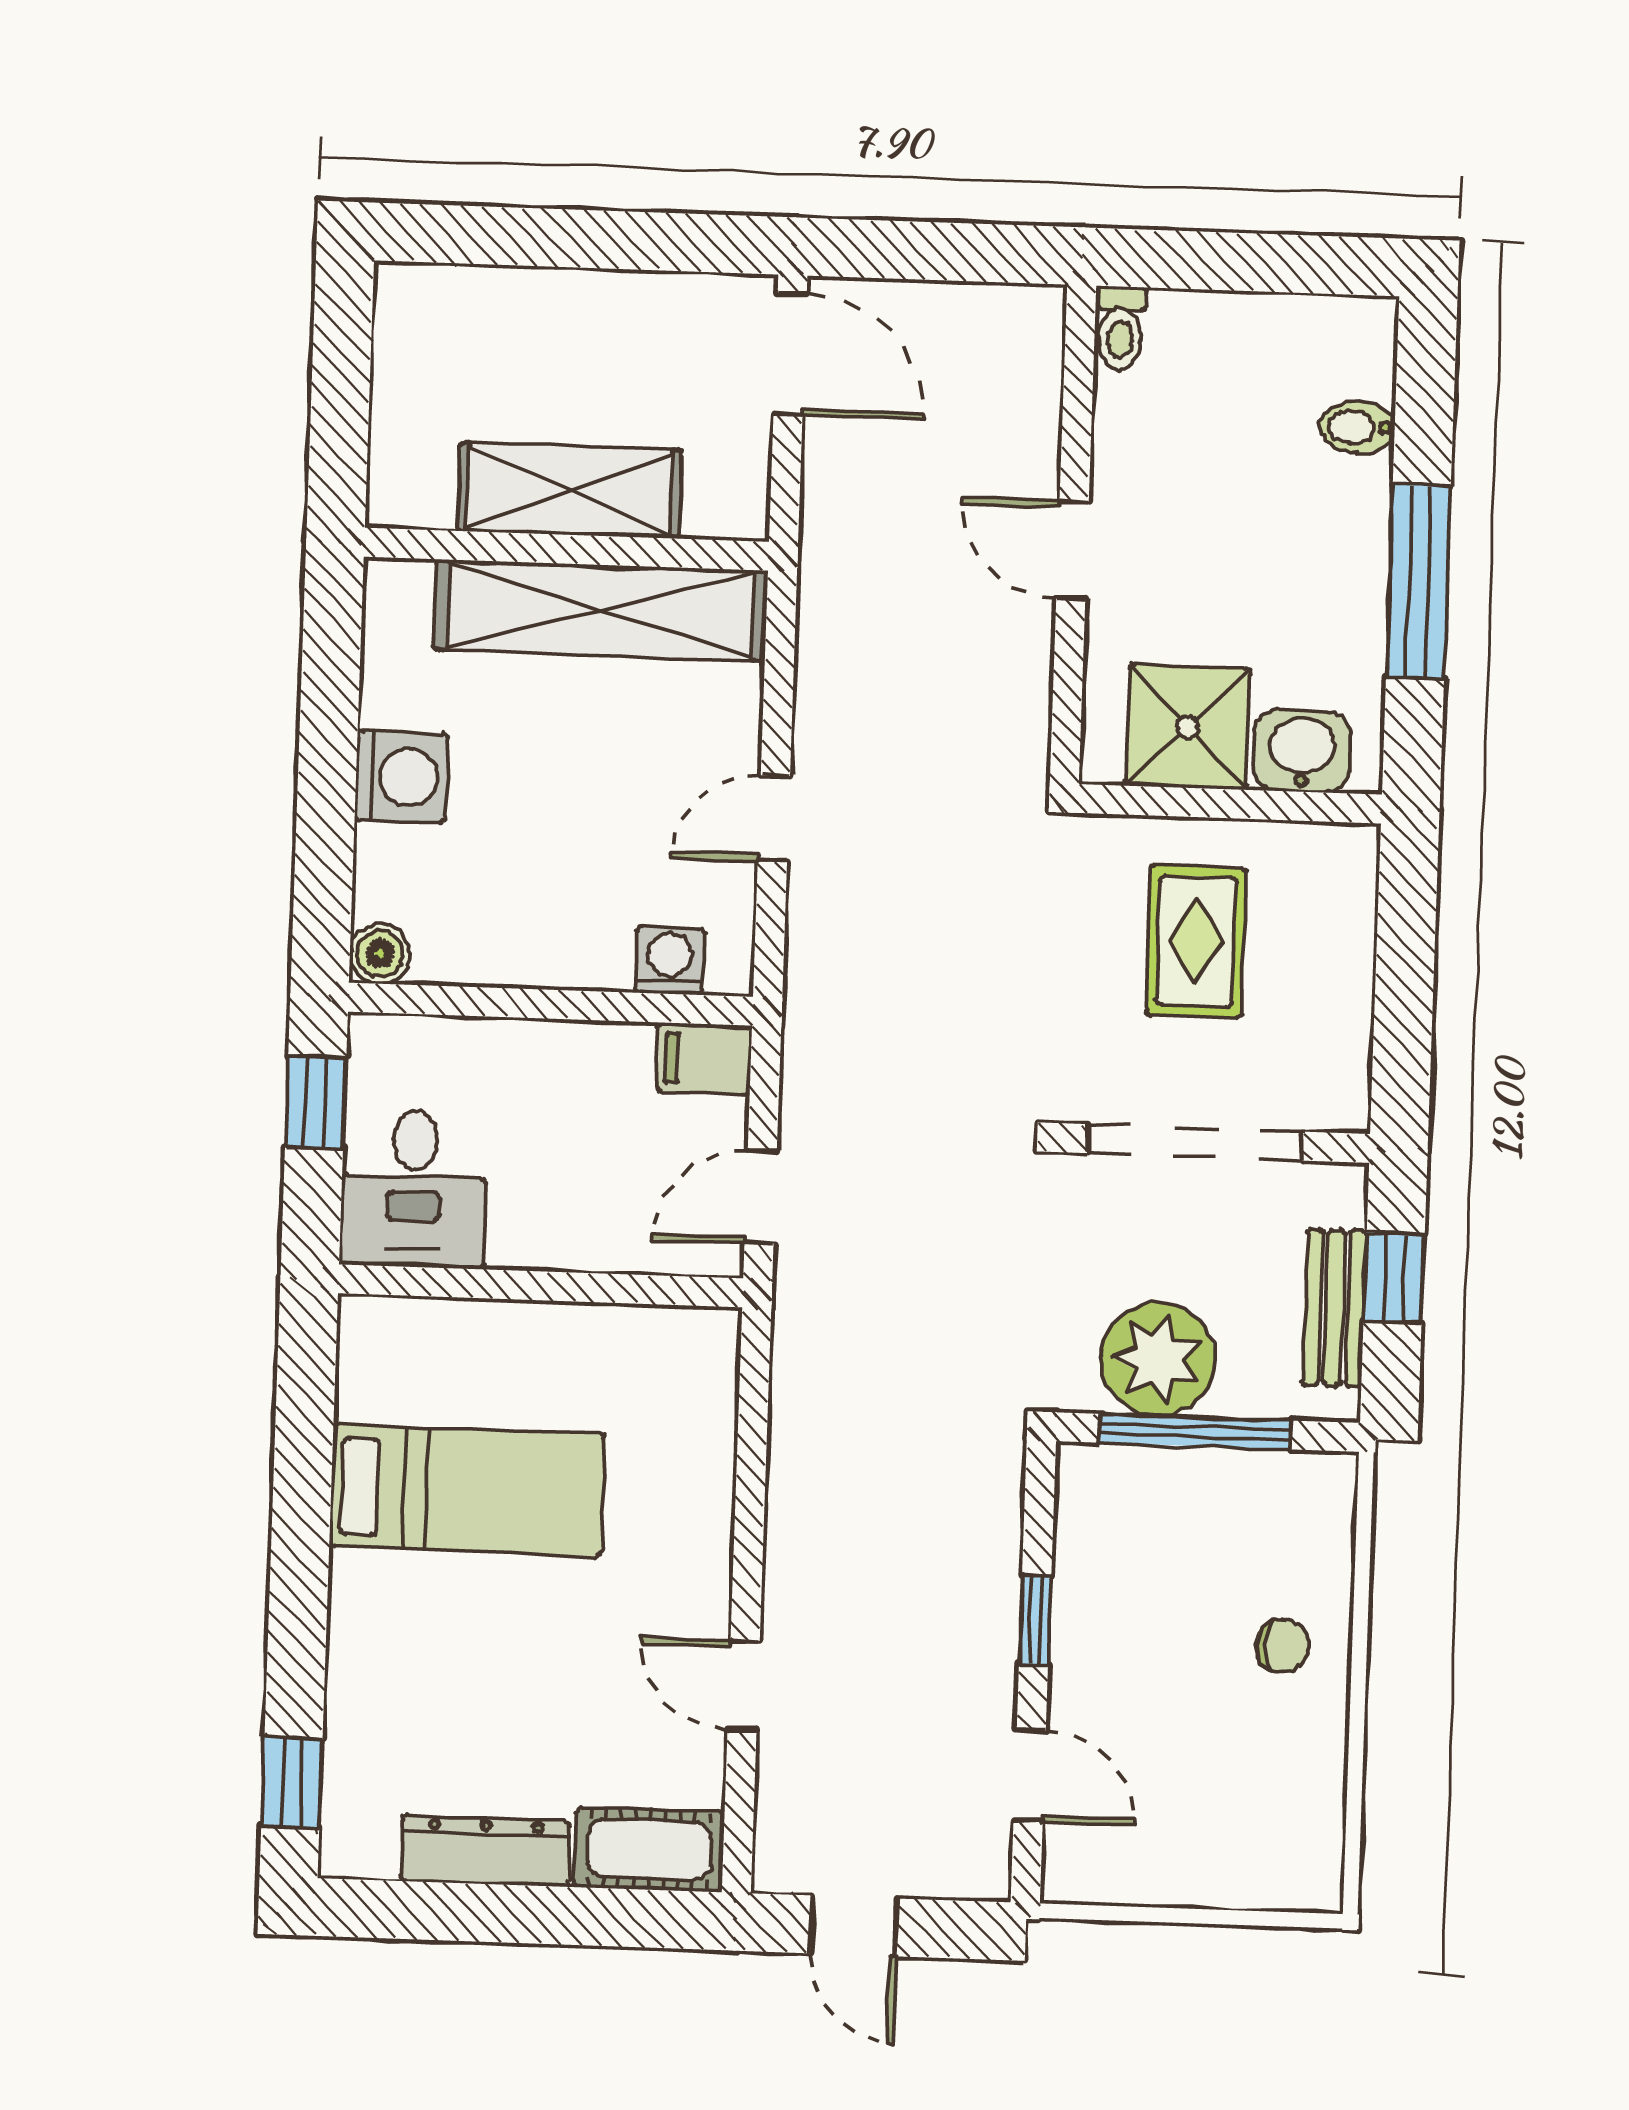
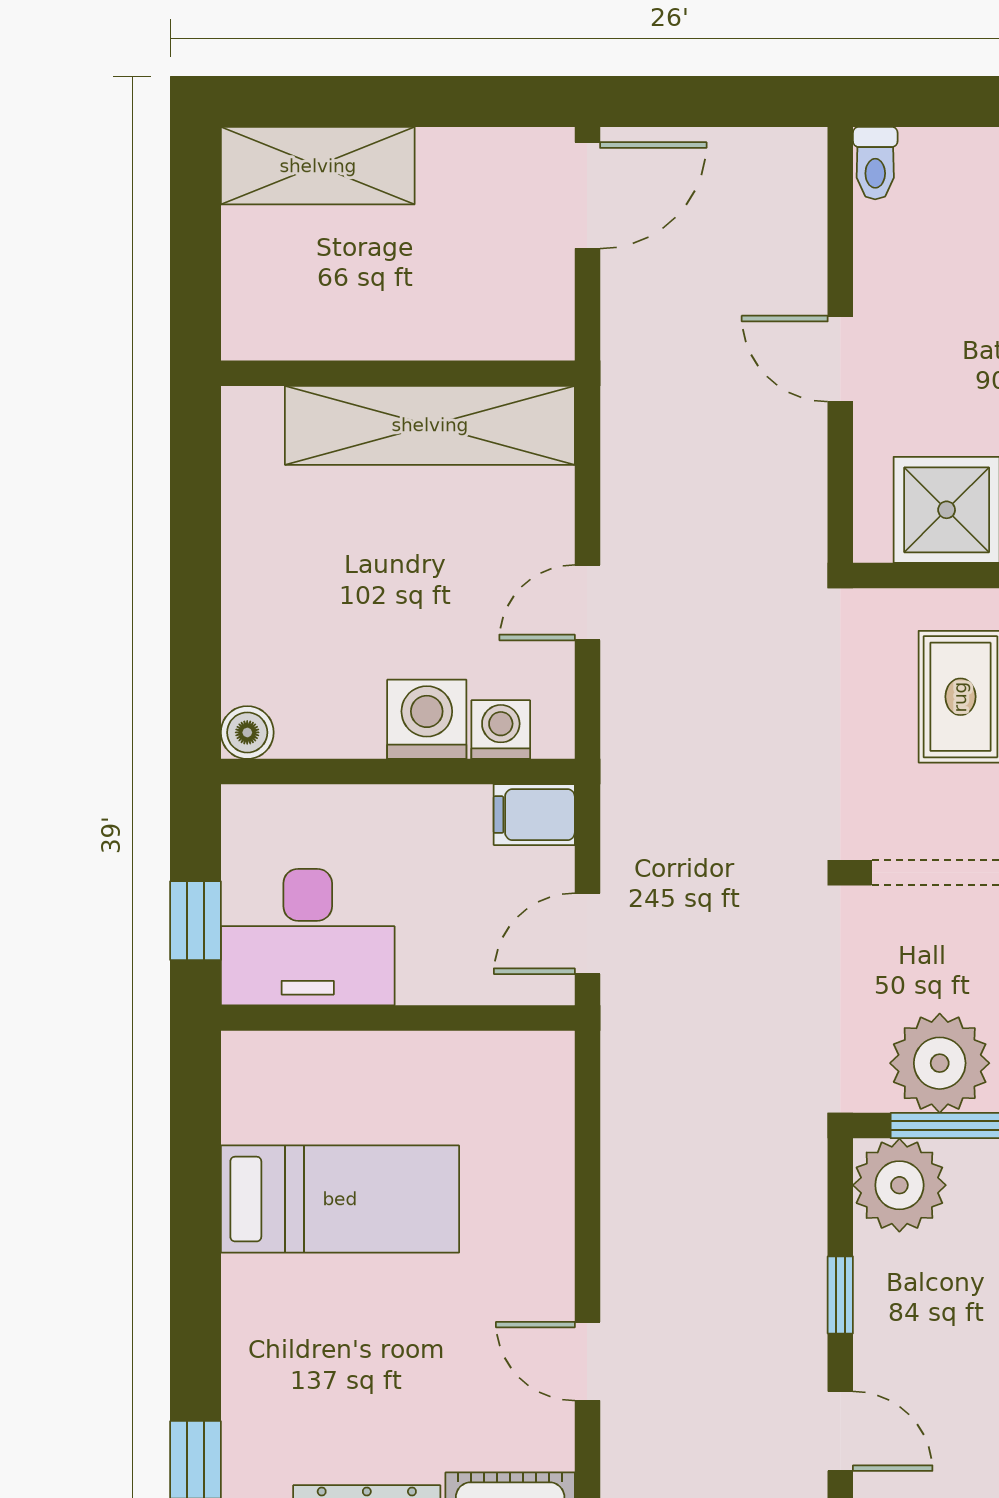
door: (790, 354) -> (587, 195), hinge flipped
shelving: (569, 491) -> (318, 166), moved
washing machine: (401, 777) -> (427, 719), moved, turned -90
window: (316, 1102) -> (196, 921), moved
desk: (414, 1189) -> (308, 937), width x1.37
plant: (1107, 1497) -> (899, 1185), added

